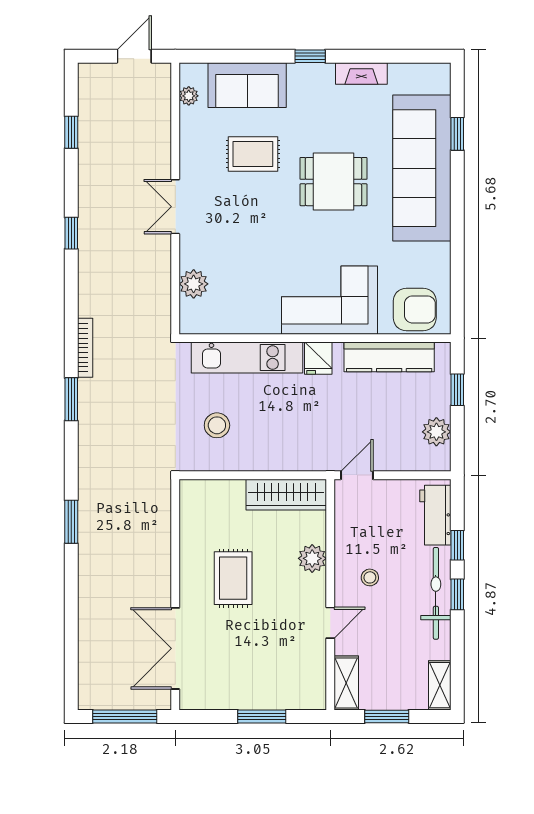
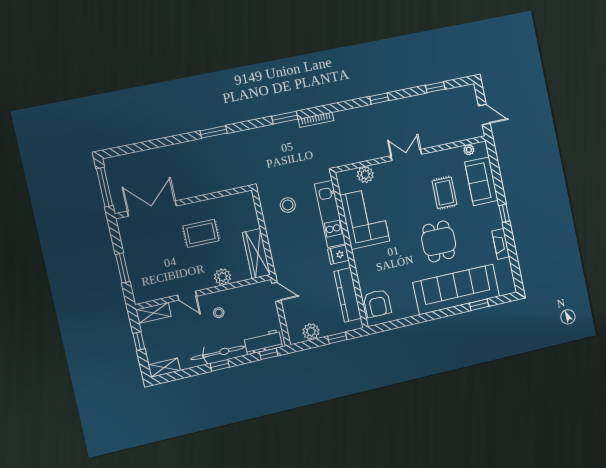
corner sofa: (330, 300) -> (365, 218), moved
window: (457, 545) -> (269, 354), moved
window: (387, 716) -> (139, 341), width x0.67

